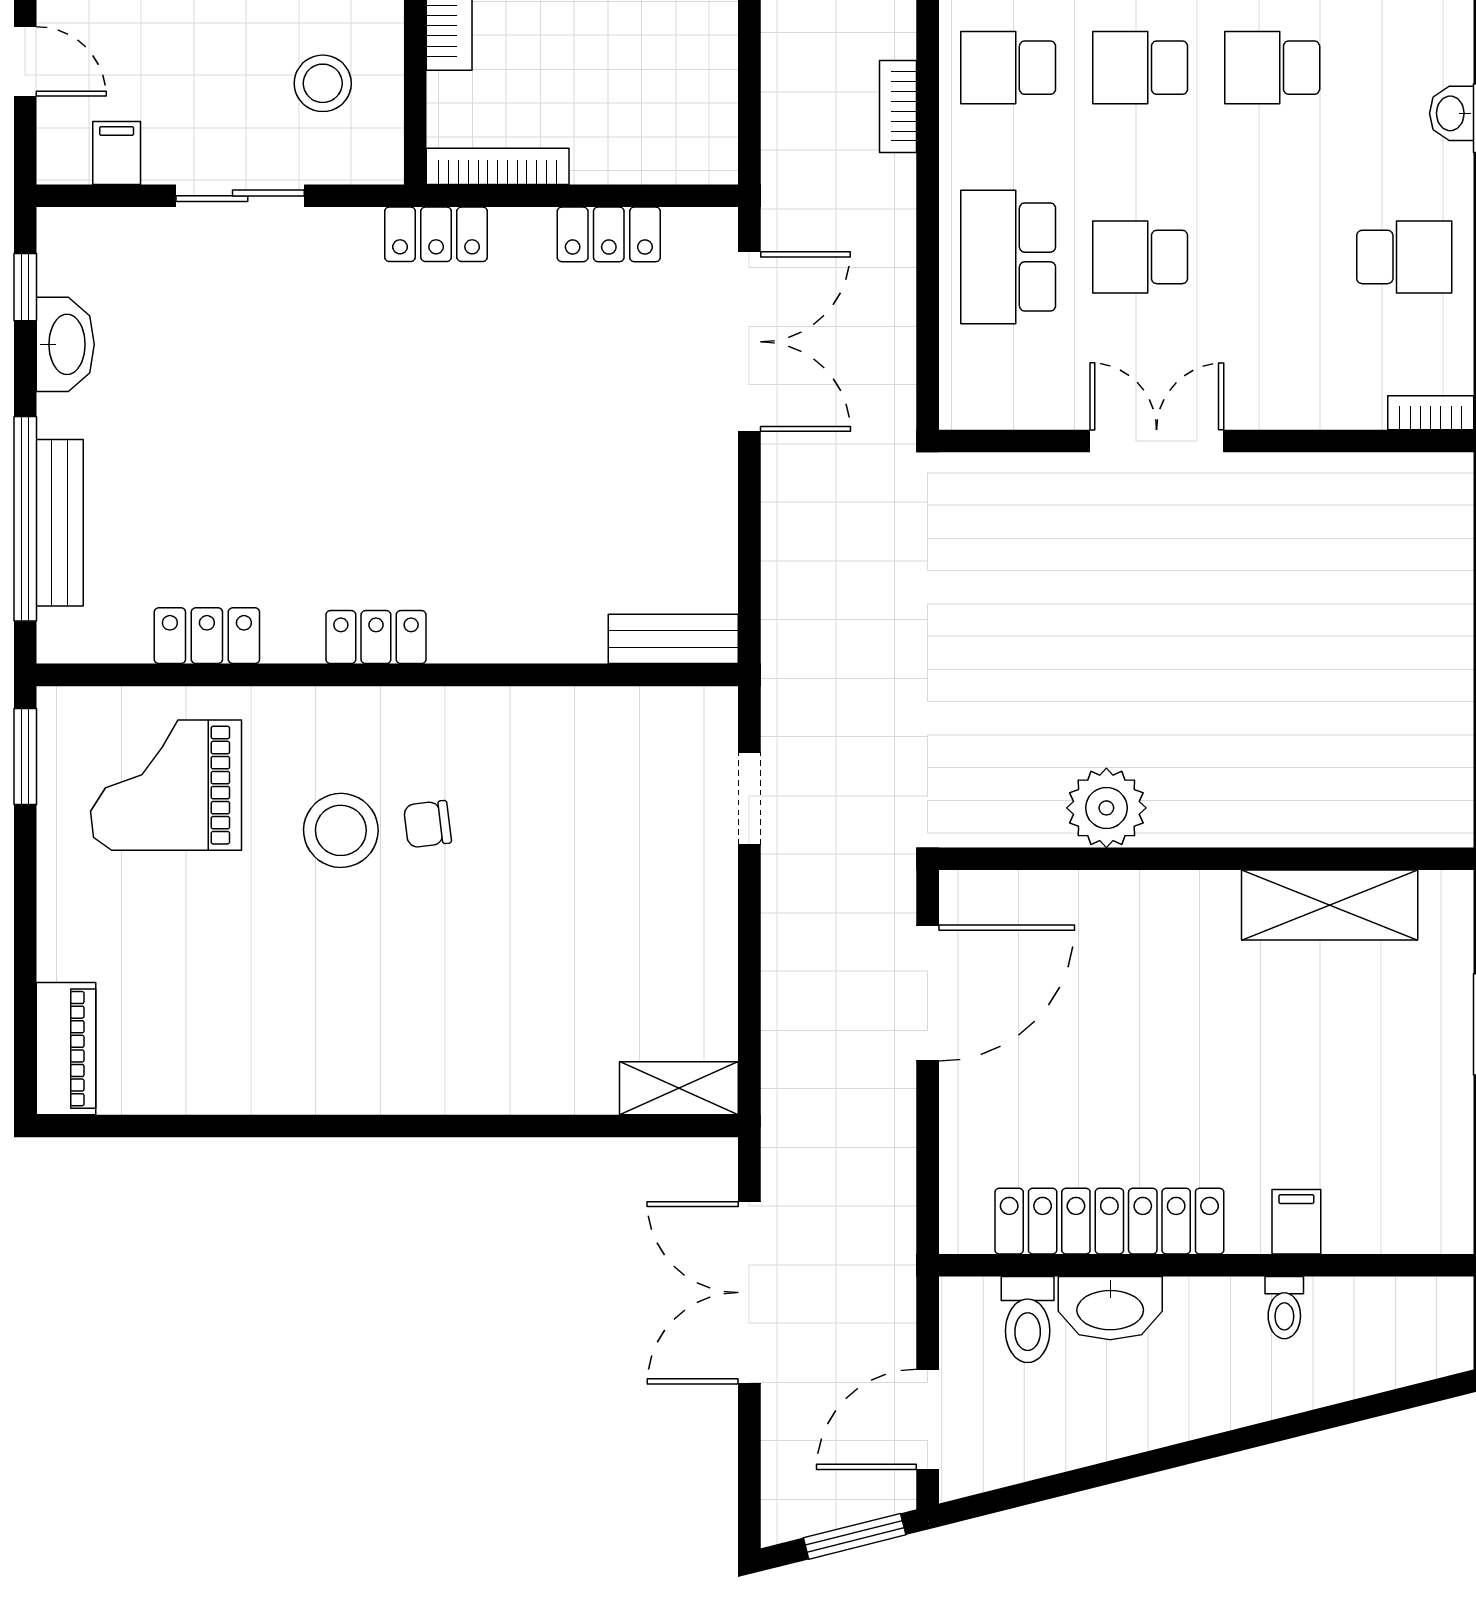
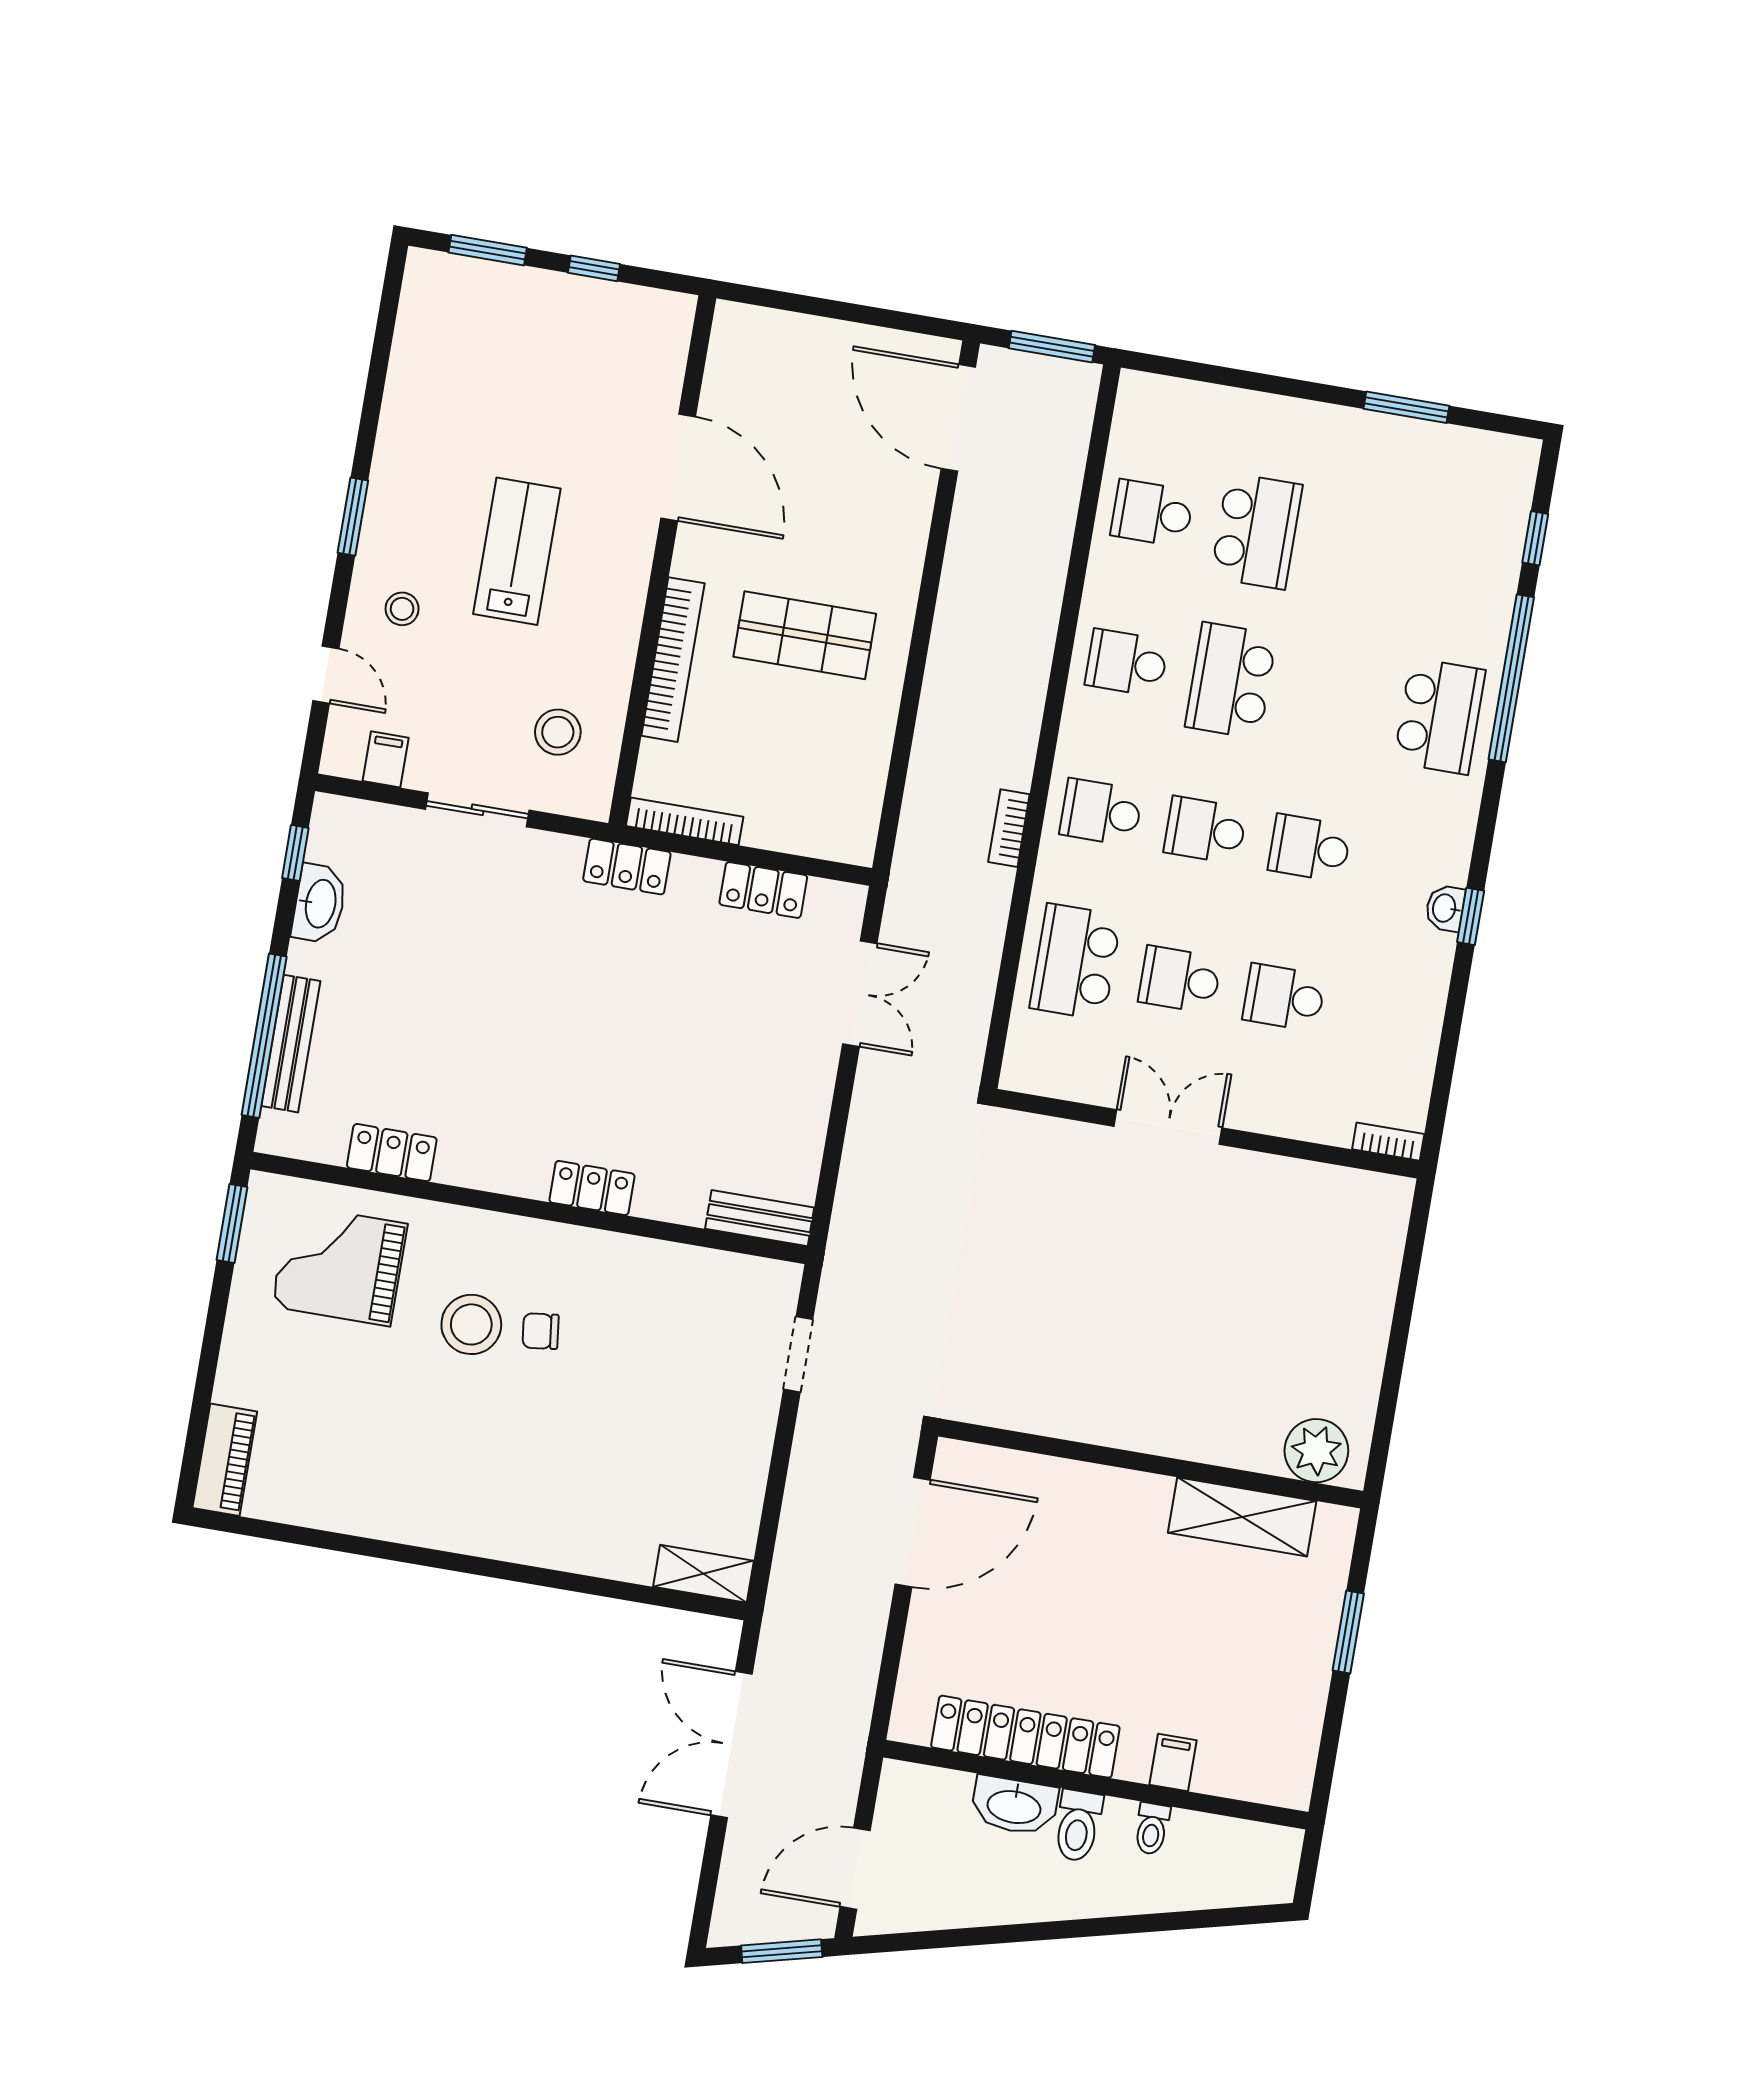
school desk: (1404, 257) -> (1284, 997), moved, turned 180
double door: (749, 342) -> (860, 994), width x0.73
locker: (376, 637) -> (592, 1188), moved
plant: (1106, 808) -> (1316, 1451), moved
toilet: (1028, 1320) -> (1078, 1826), moved

